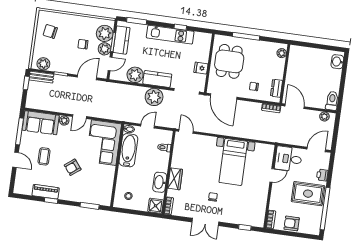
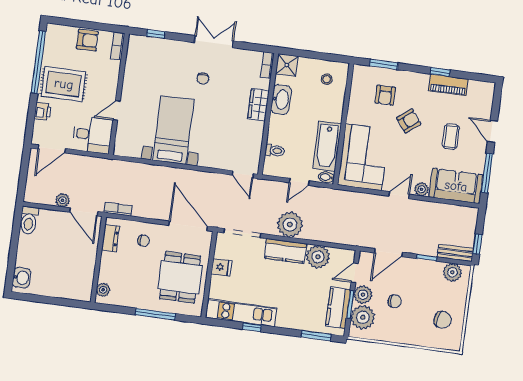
kitchen unit: (170, 35) -> (241, 313), moved
plant: (324, 116) -> (63, 200), moved
armchair: (89, 185) -> (385, 95), added

